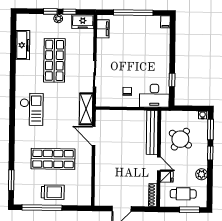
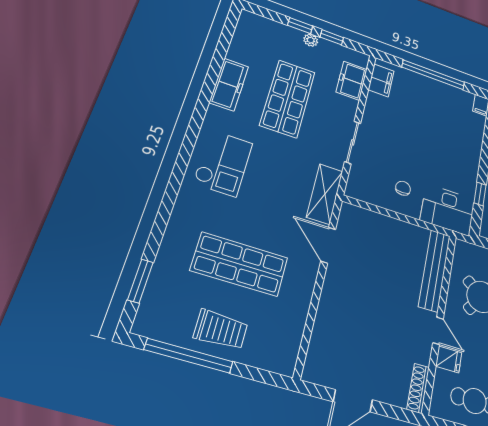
freezer: (83, 22) -> (352, 81), moved, turned 90
freezer: (23, 45) -> (229, 85), moved

